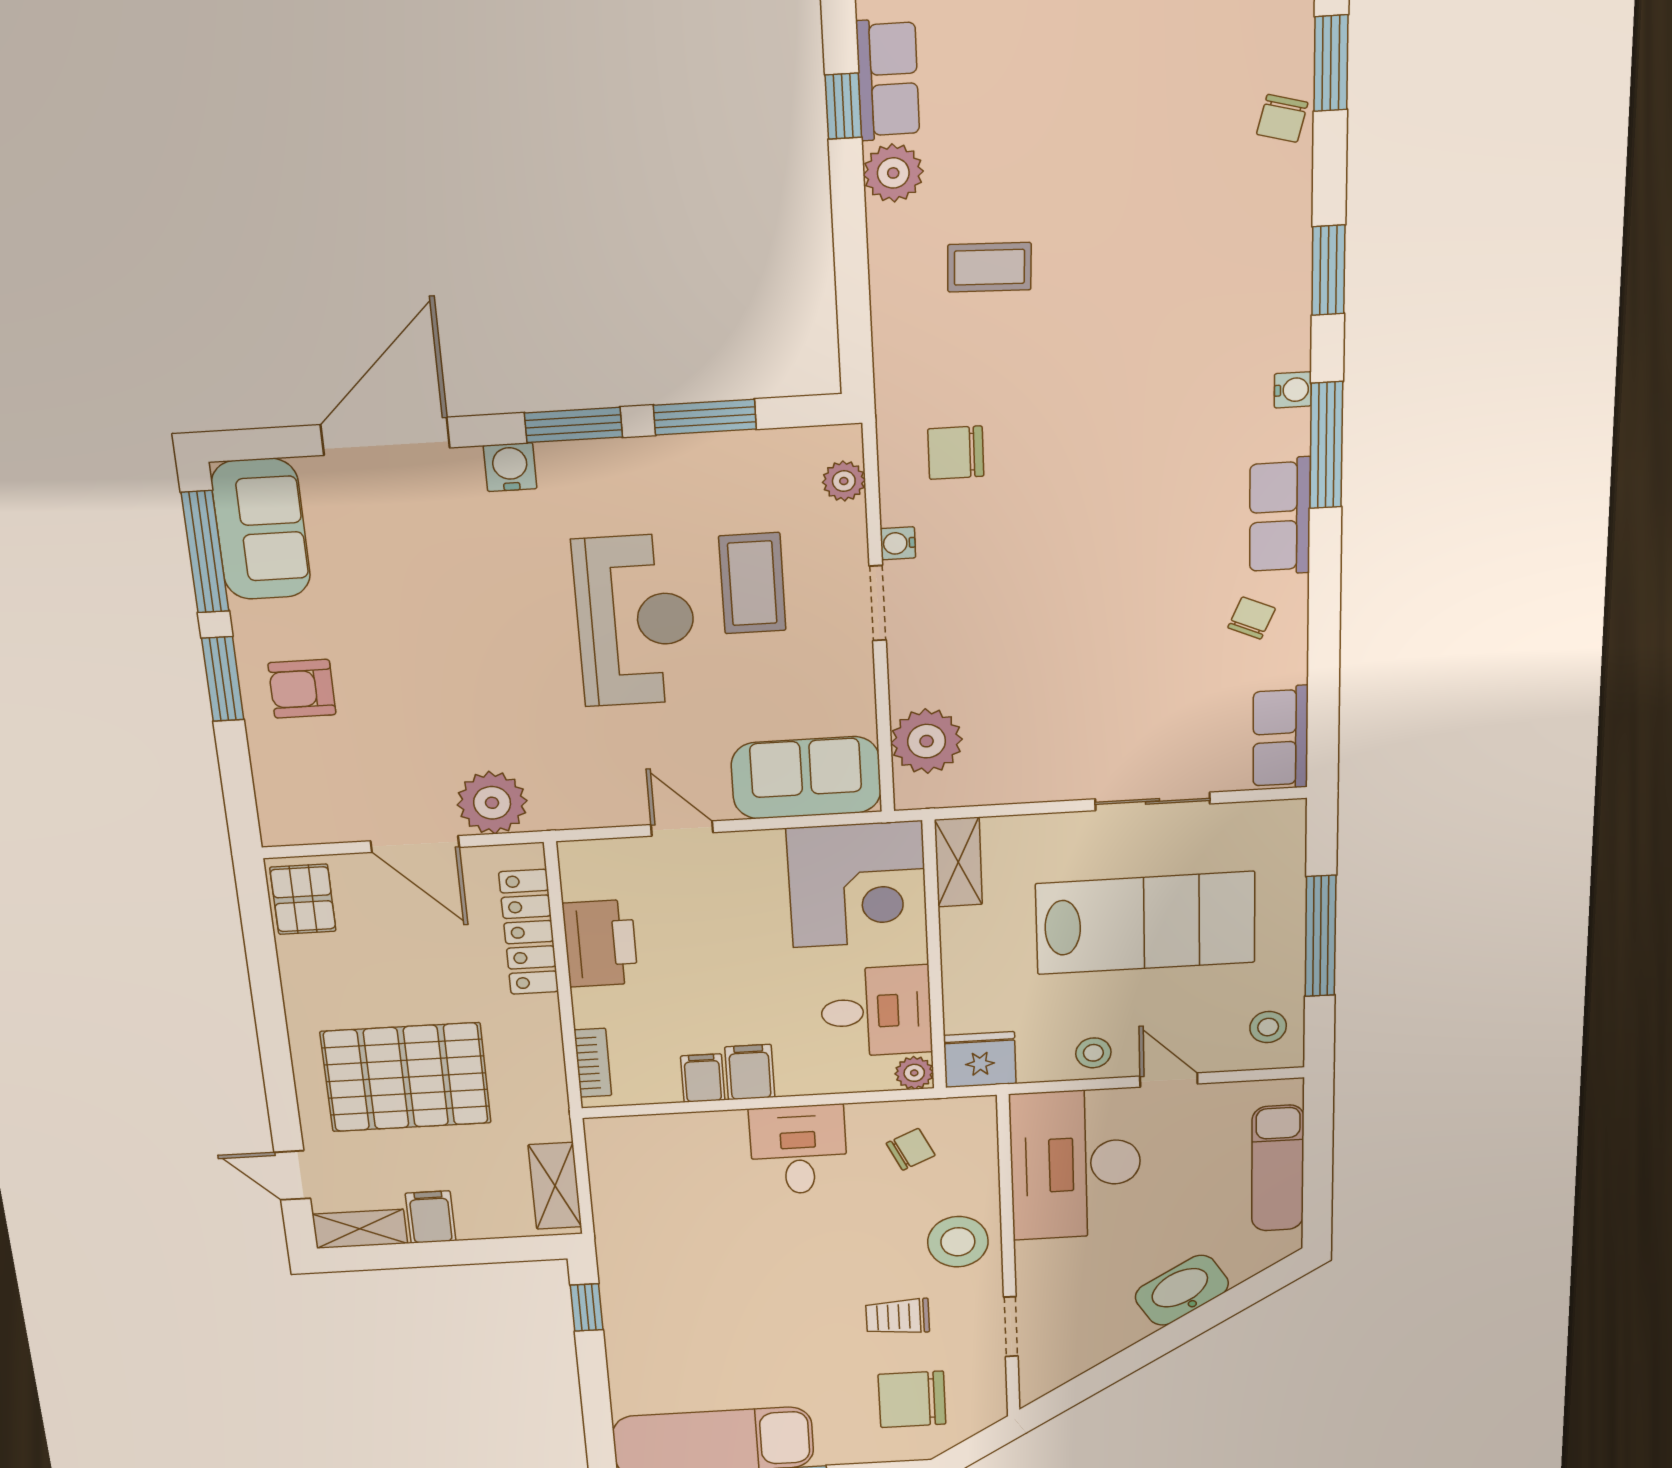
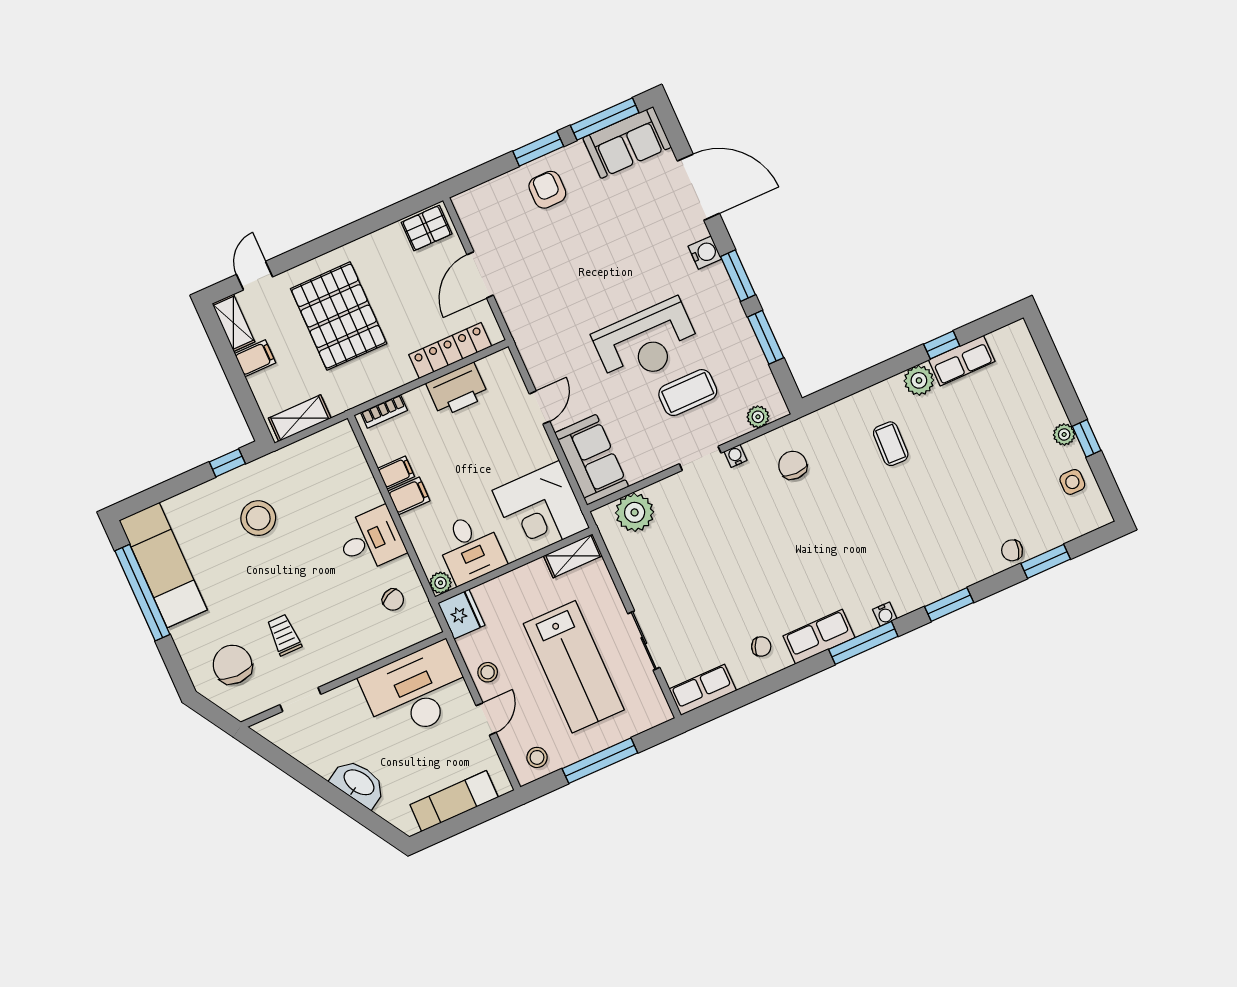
plant: (492, 803) -> (518, 306), removed
stool: (958, 1242) -> (258, 518), moved

